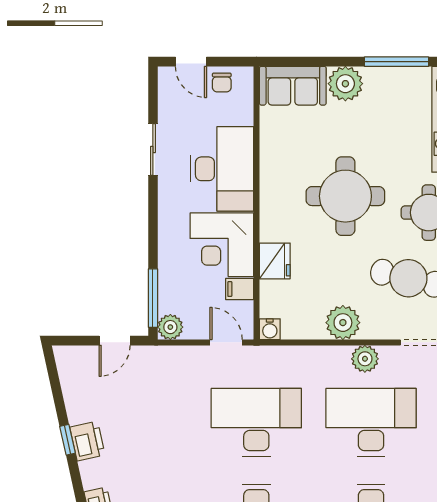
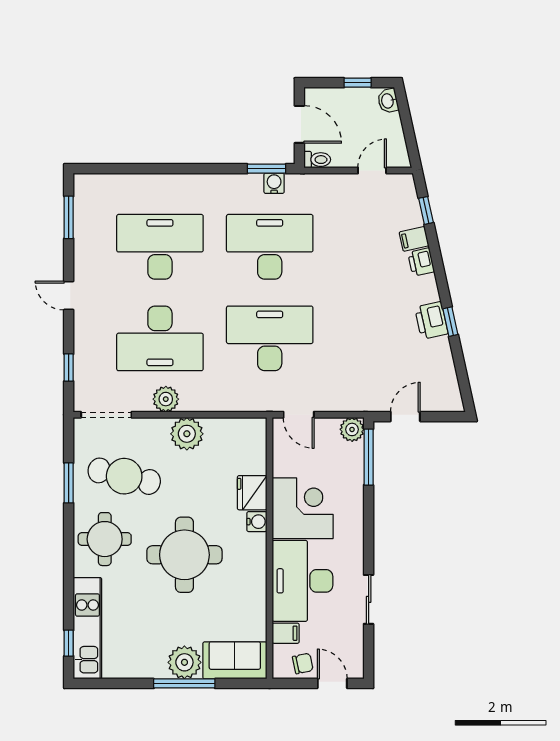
window: (397, 62) -> (184, 683), moved
chair: (222, 83) -> (303, 663), turned 78
filing cabinet: (240, 289) -> (286, 633), moved
water cooler: (270, 329) -> (257, 522), moved, turned 90
desk: (256, 422) -> (270, 338), turned 180

